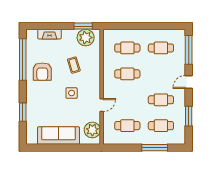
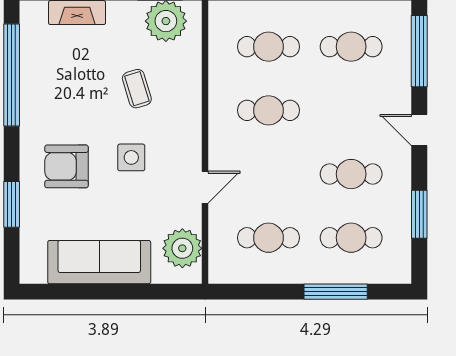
armchair: (42, 72) -> (67, 166), moved, turned 90
door: (189, 82) -> (419, 130), hinge flipped

